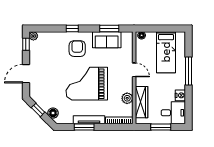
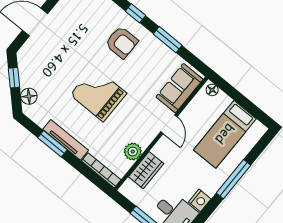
window: (109, 28) -> (168, 40), moved
sofa: (107, 40) -> (179, 88), moved, turned 90
armchair: (77, 49) -> (122, 42), turned 90
grand piano: (87, 84) -> (98, 94), width x0.73, depth x0.68
wardrobe: (141, 102) -> (146, 170), width x0.67

